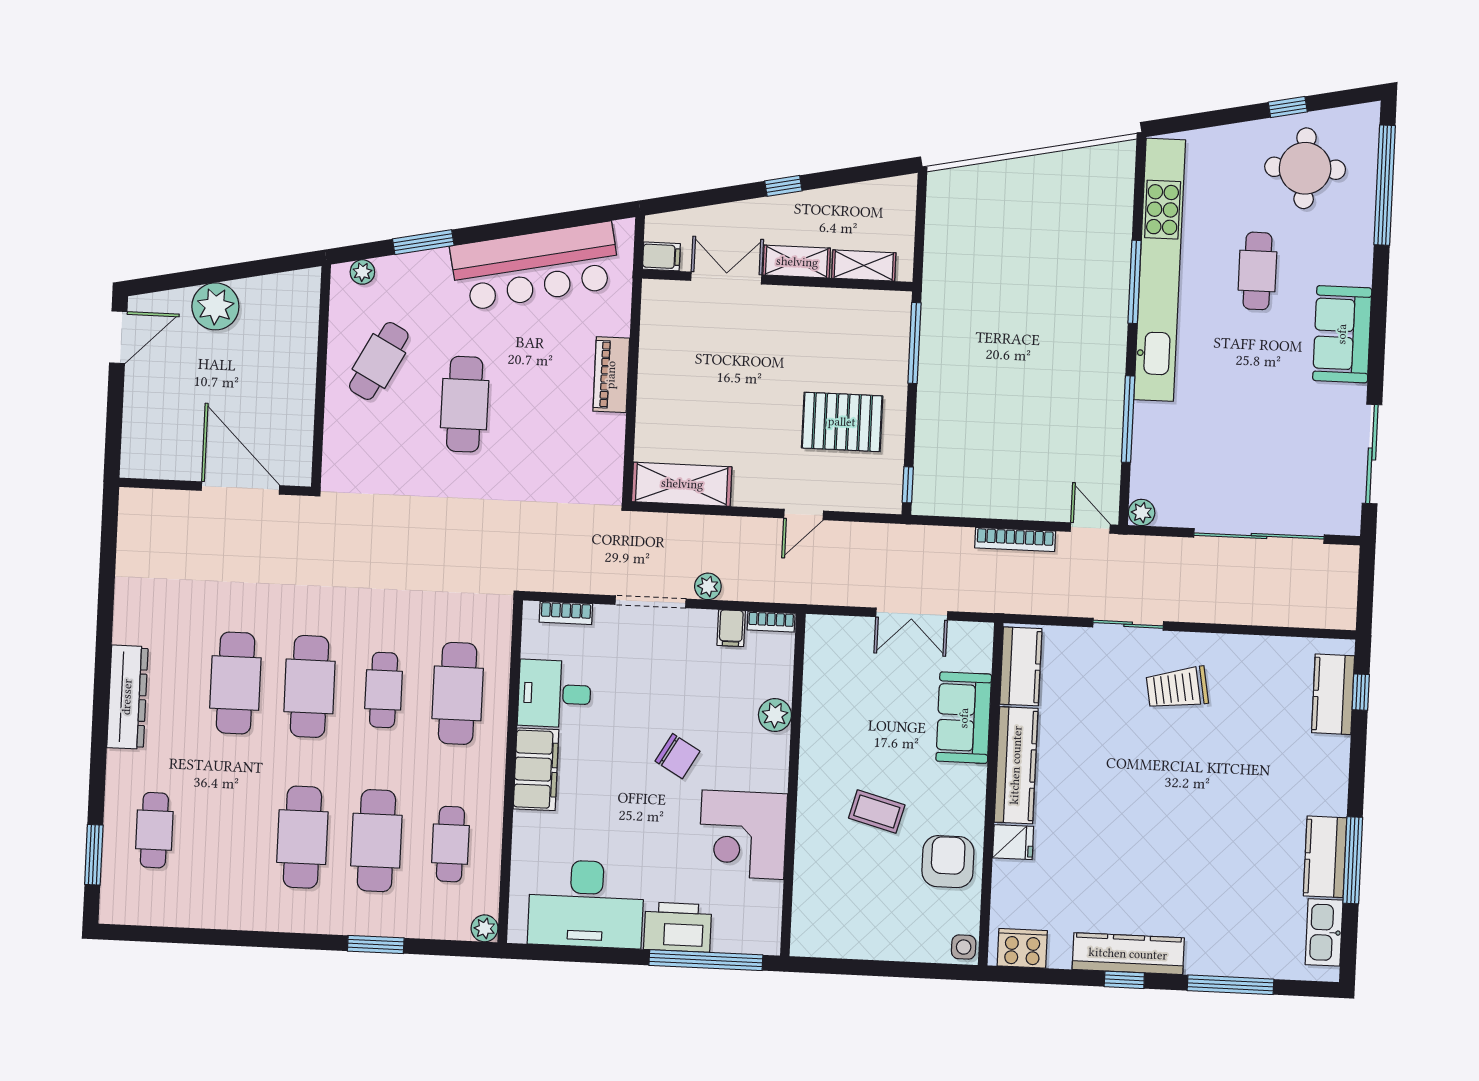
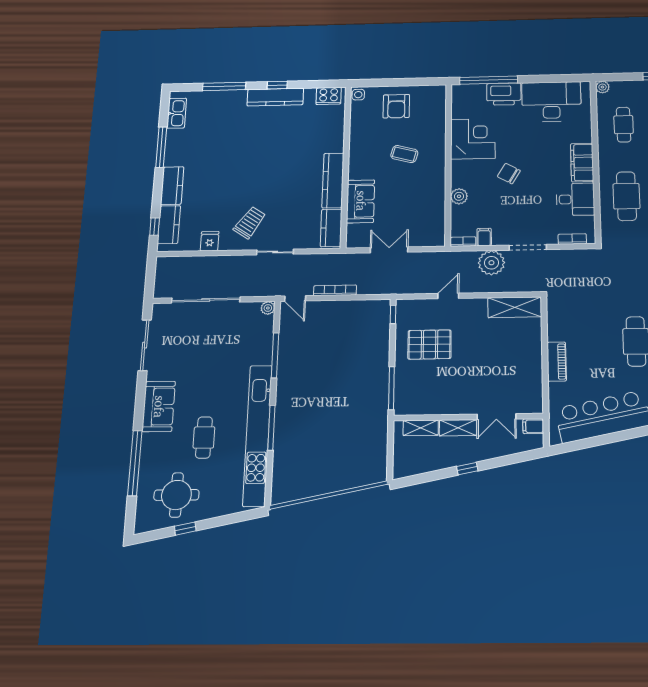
window: (1385, 185) -> (135, 463), moved
plant: (708, 586) -> (491, 263), width x1.87, depth x1.87
trolley: (1177, 688) -> (250, 223), turned -46
fridge: (1013, 842) -> (210, 241), moved, turned 90
kitchen counter: (1325, 857) -> (172, 186), moved
armchair: (948, 862) -> (396, 106), moved

